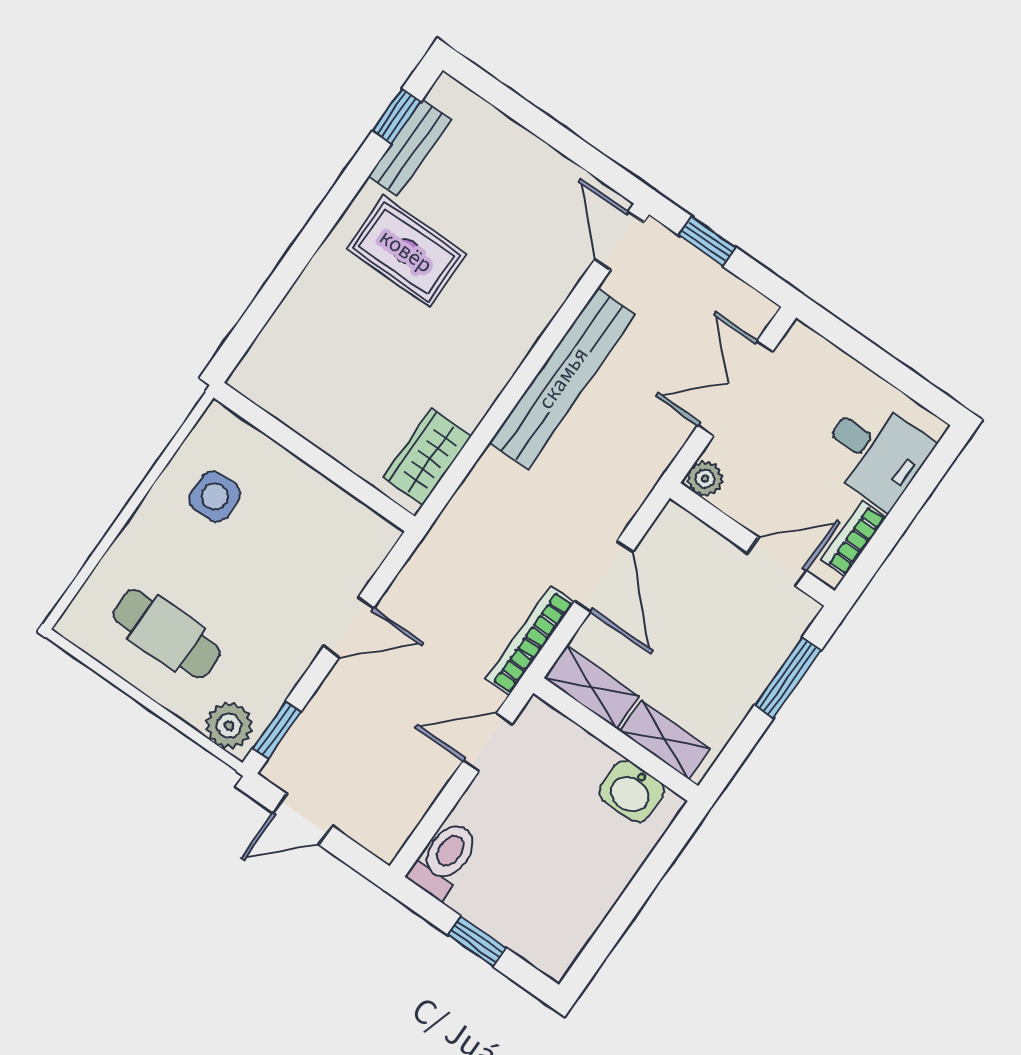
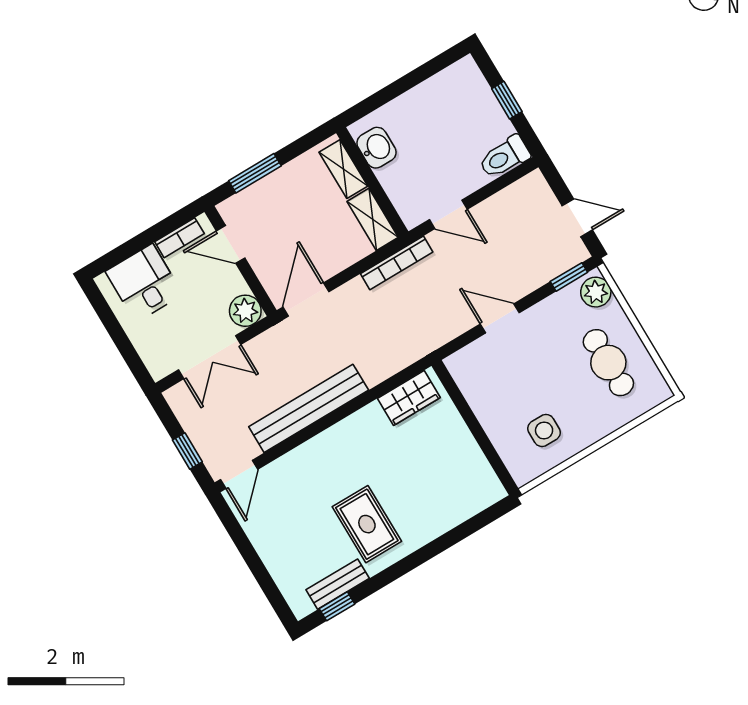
plant: (705, 479) -> (245, 311), width x1.38, depth x1.38
door: (604, 576) -> (306, 299), moved

